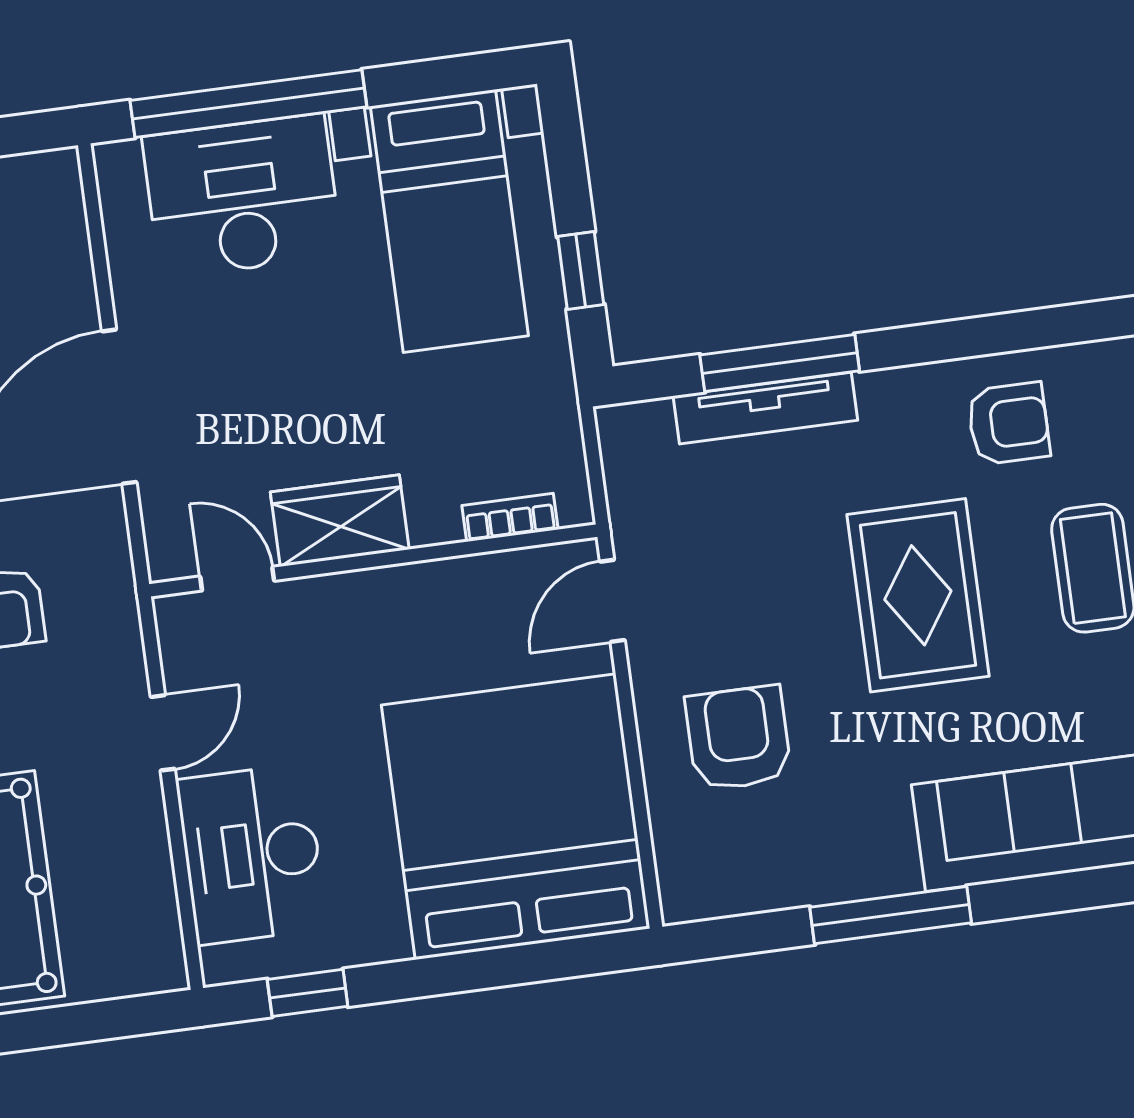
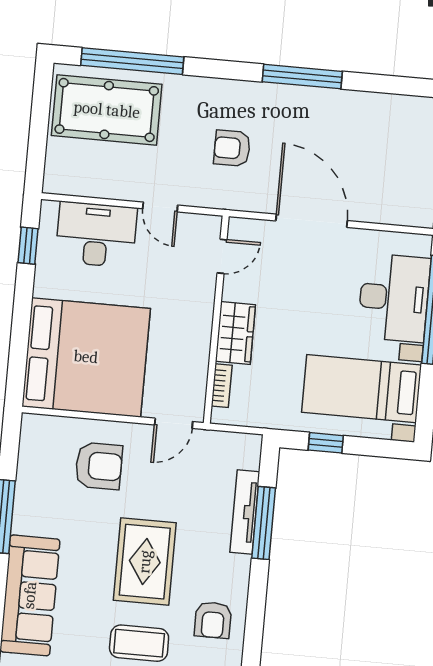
wardrobe: (340, 521) -> (235, 333), moved
rug: (918, 595) -> (145, 562), turned 90
door: (612, 601) -> (174, 423), swing flipped

